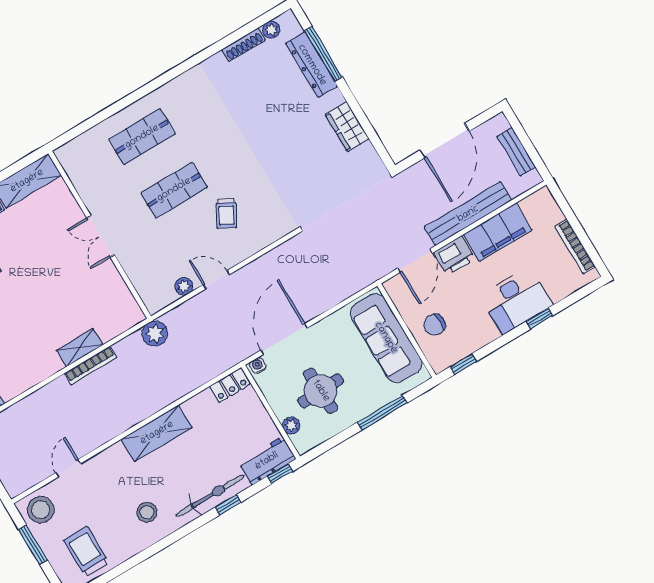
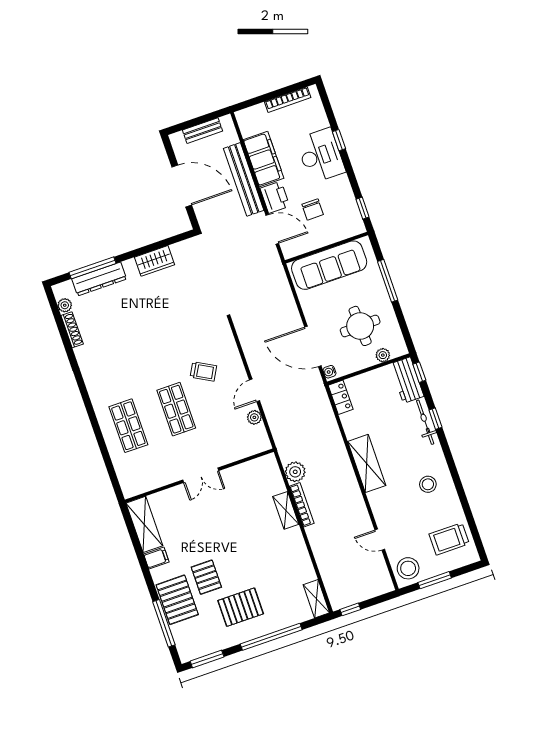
chair: (435, 325) -> (313, 209), moved
plant: (155, 334) -> (295, 472), moved
bicycle: (210, 496) -> (425, 422), width x0.73, depth x0.71

